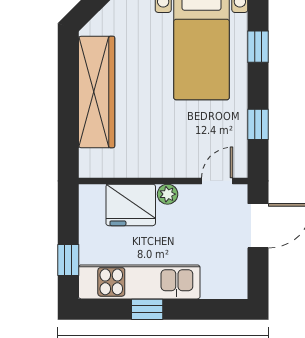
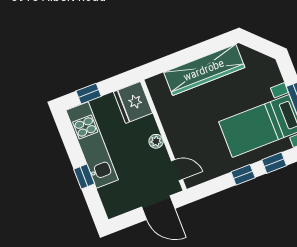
window: (258, 124) -> (243, 175), moved
fridge: (131, 205) -> (133, 102), moved
window: (147, 309) -> (84, 176), moved

